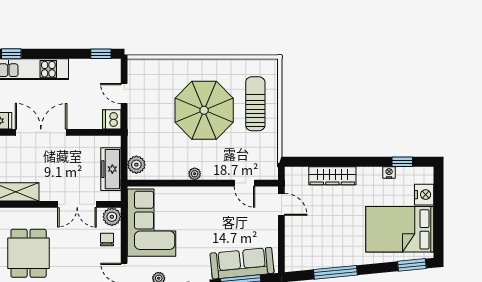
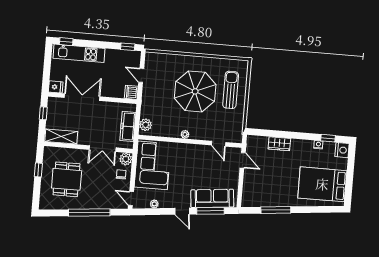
wardrobe: (332, 176) -> (279, 144), width x0.67
nightstand: (424, 195) -> (342, 150), moved
window: (412, 265) -> (329, 209), removed

